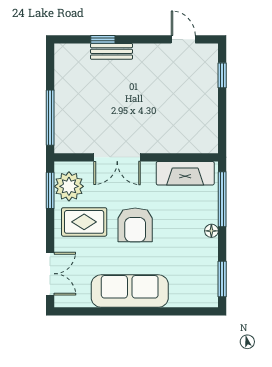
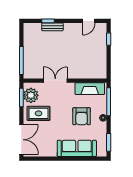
door: (183, 39) -> (89, 21), swing flipped
double door: (117, 157) -> (55, 81), swing flipped
armchair: (135, 225) -> (82, 116), moved
double door: (50, 274) -> (21, 140), width x1.37
sofa: (130, 291) -> (77, 148), moved

